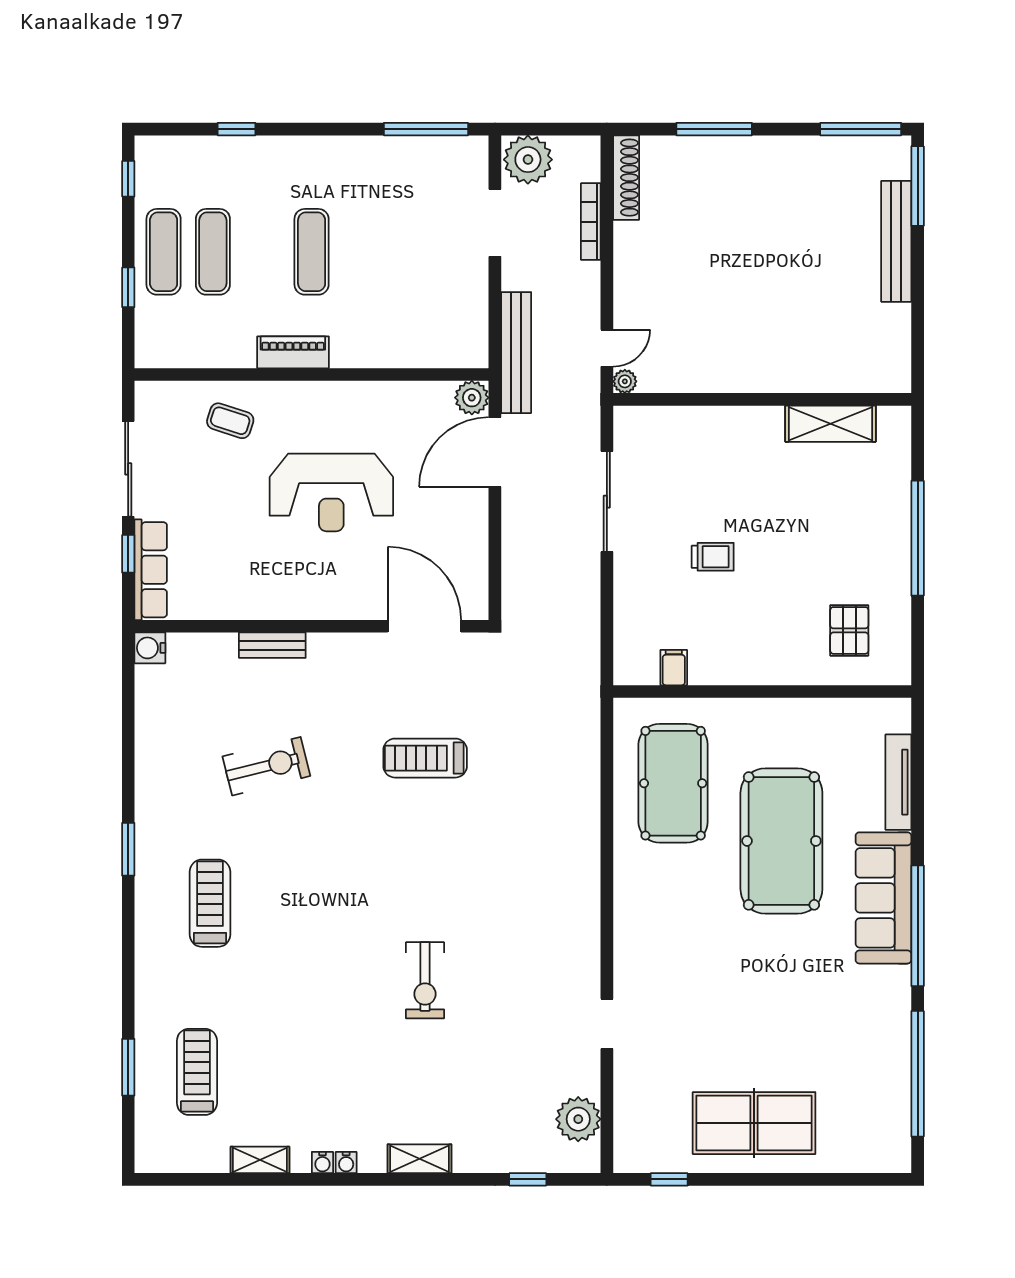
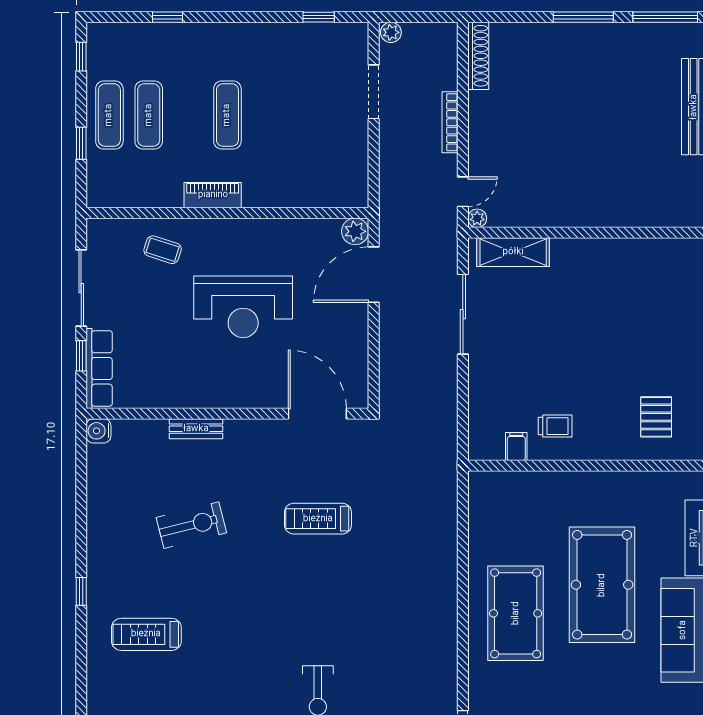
window: (426, 129) -> (319, 17), width x0.46
window: (714, 129) -> (583, 17), moved
plant: (528, 160) -> (391, 32), width x0.53, depth x0.53
bookcase: (591, 222) -> (450, 122), moved
bench: (516, 353) -> (391, 195), removed
shelving: (830, 424) -> (513, 252), moved
trolley: (713, 557) -> (555, 426), moved
pool table: (673, 783) -> (516, 613), moved
window: (128, 849) -> (81, 591), width x0.67
treadmill: (210, 903) -> (146, 634), turned -90

